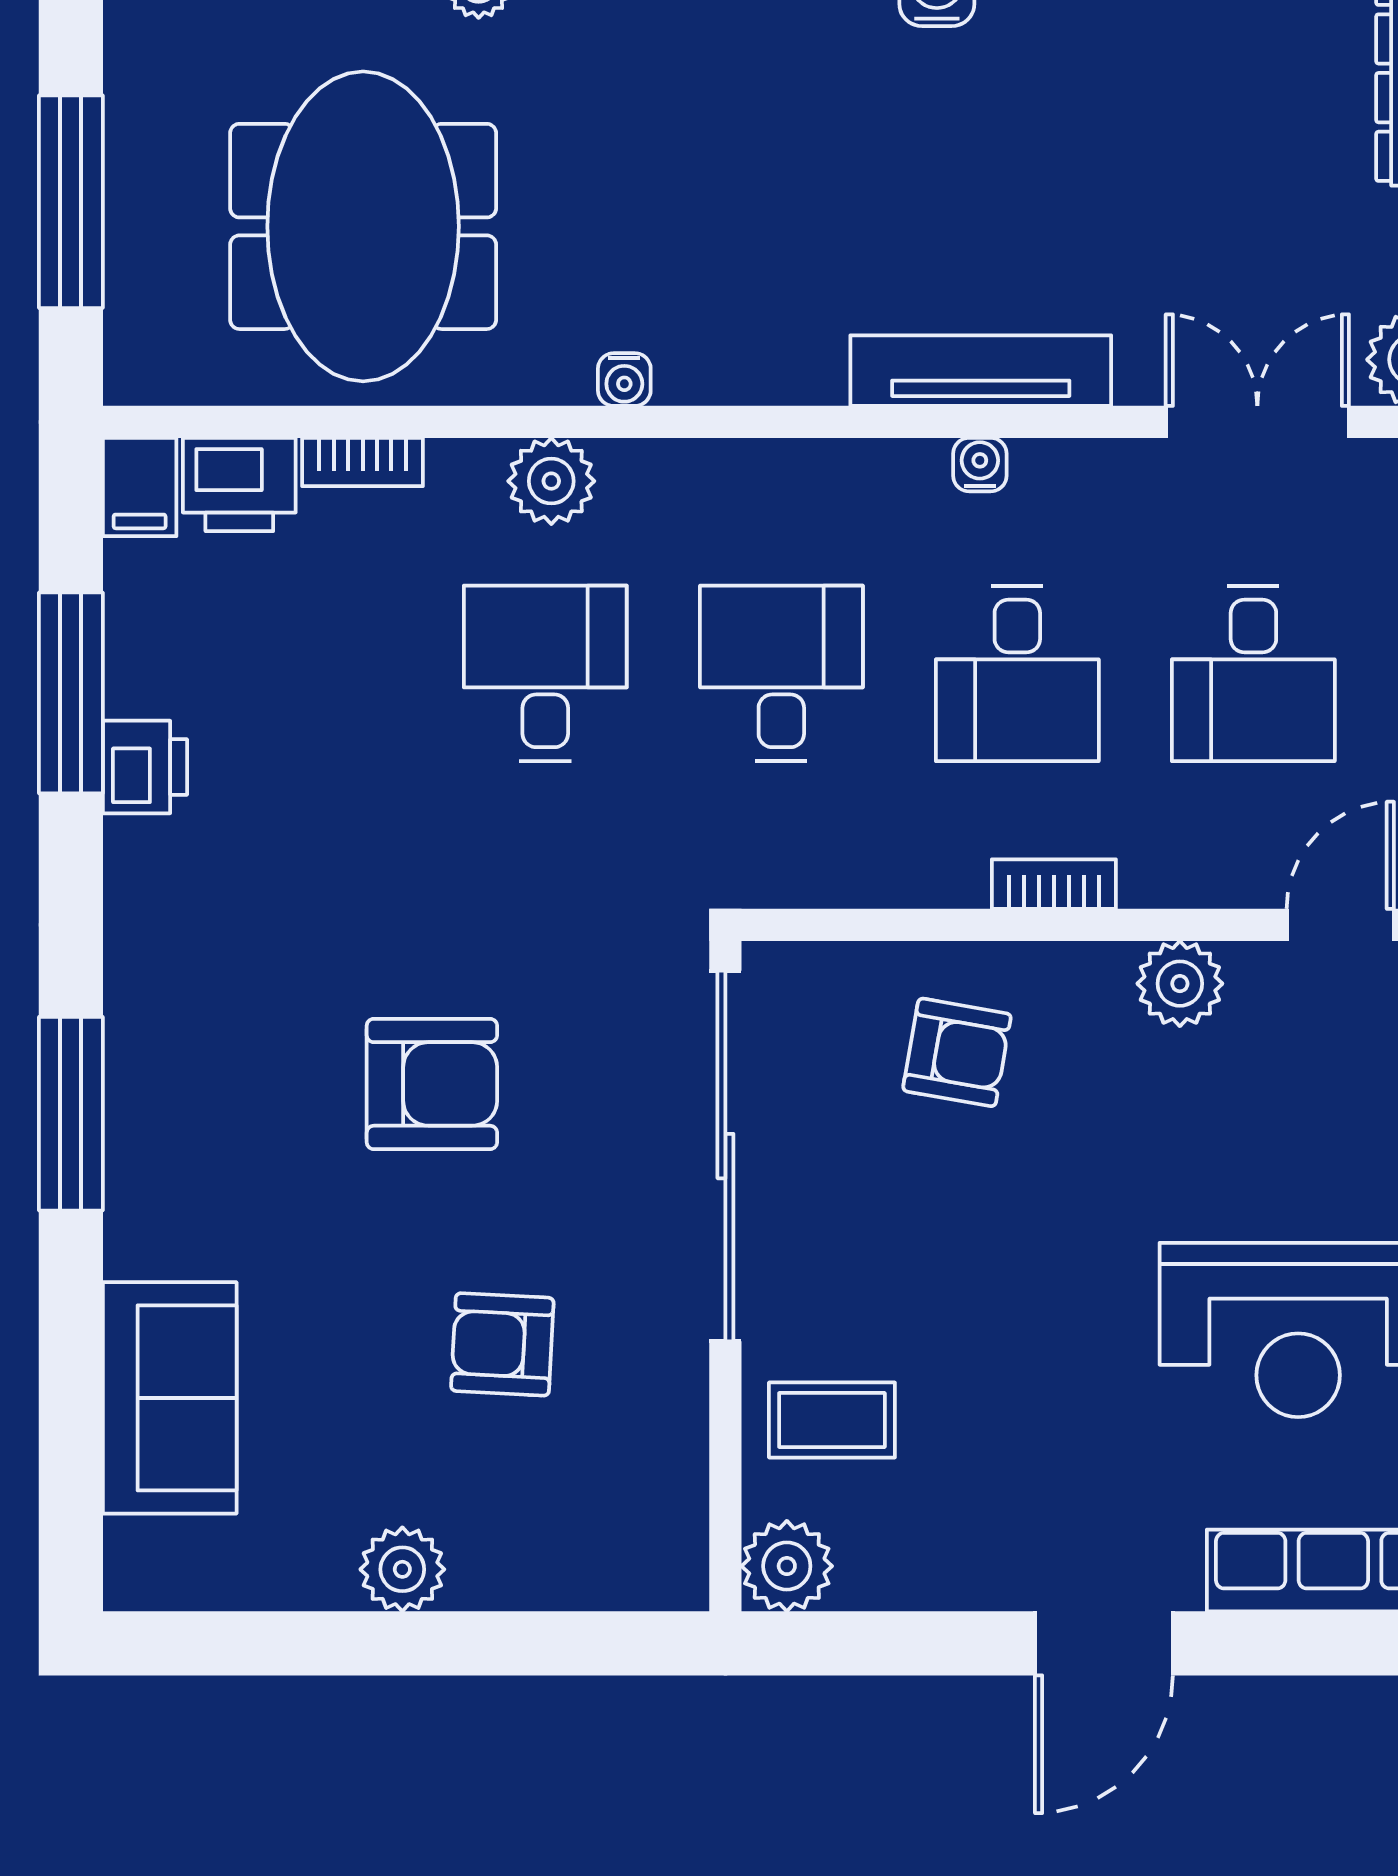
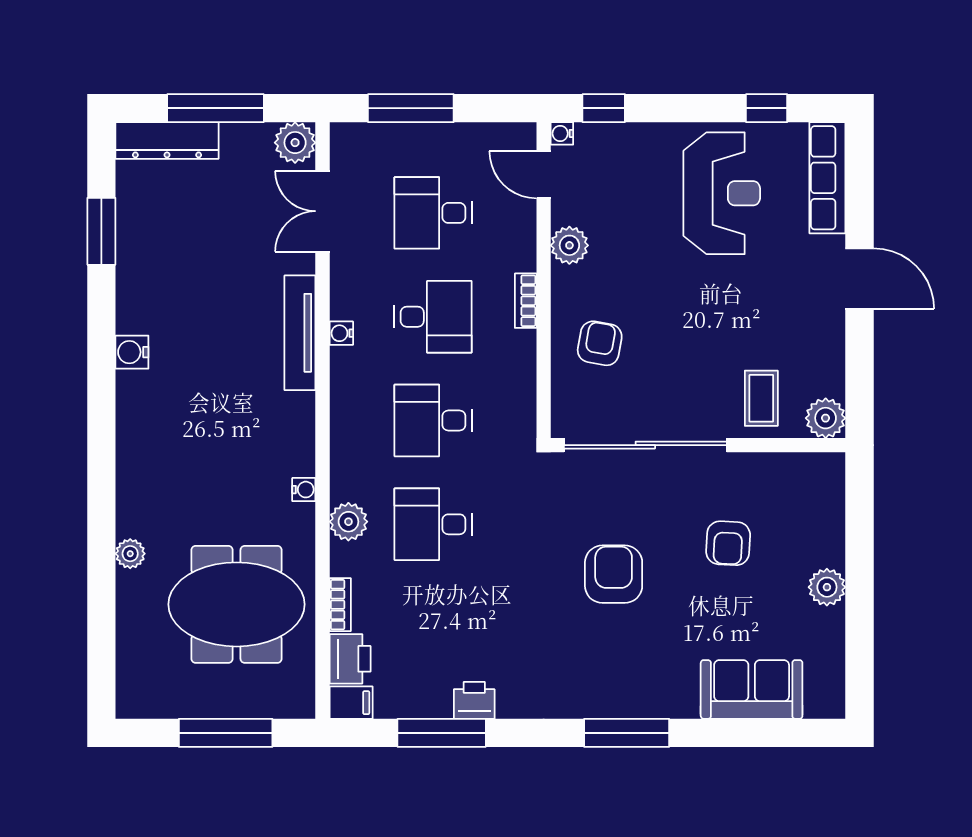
desk: (1253, 673) -> (433, 213), turned 180

